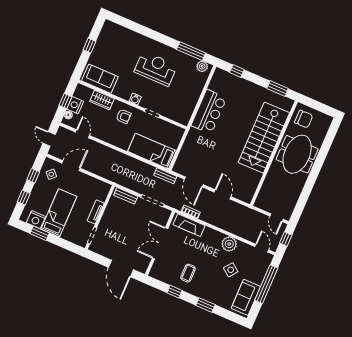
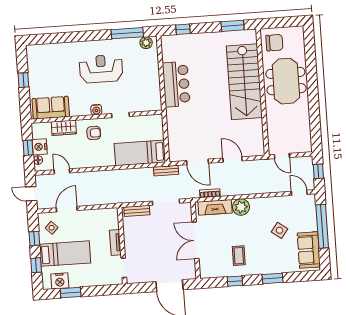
bed: (59, 213) -> (65, 254), moved, turned 90
door: (276, 218) -> (282, 156), moved
plant: (229, 244) -> (241, 207), moved

